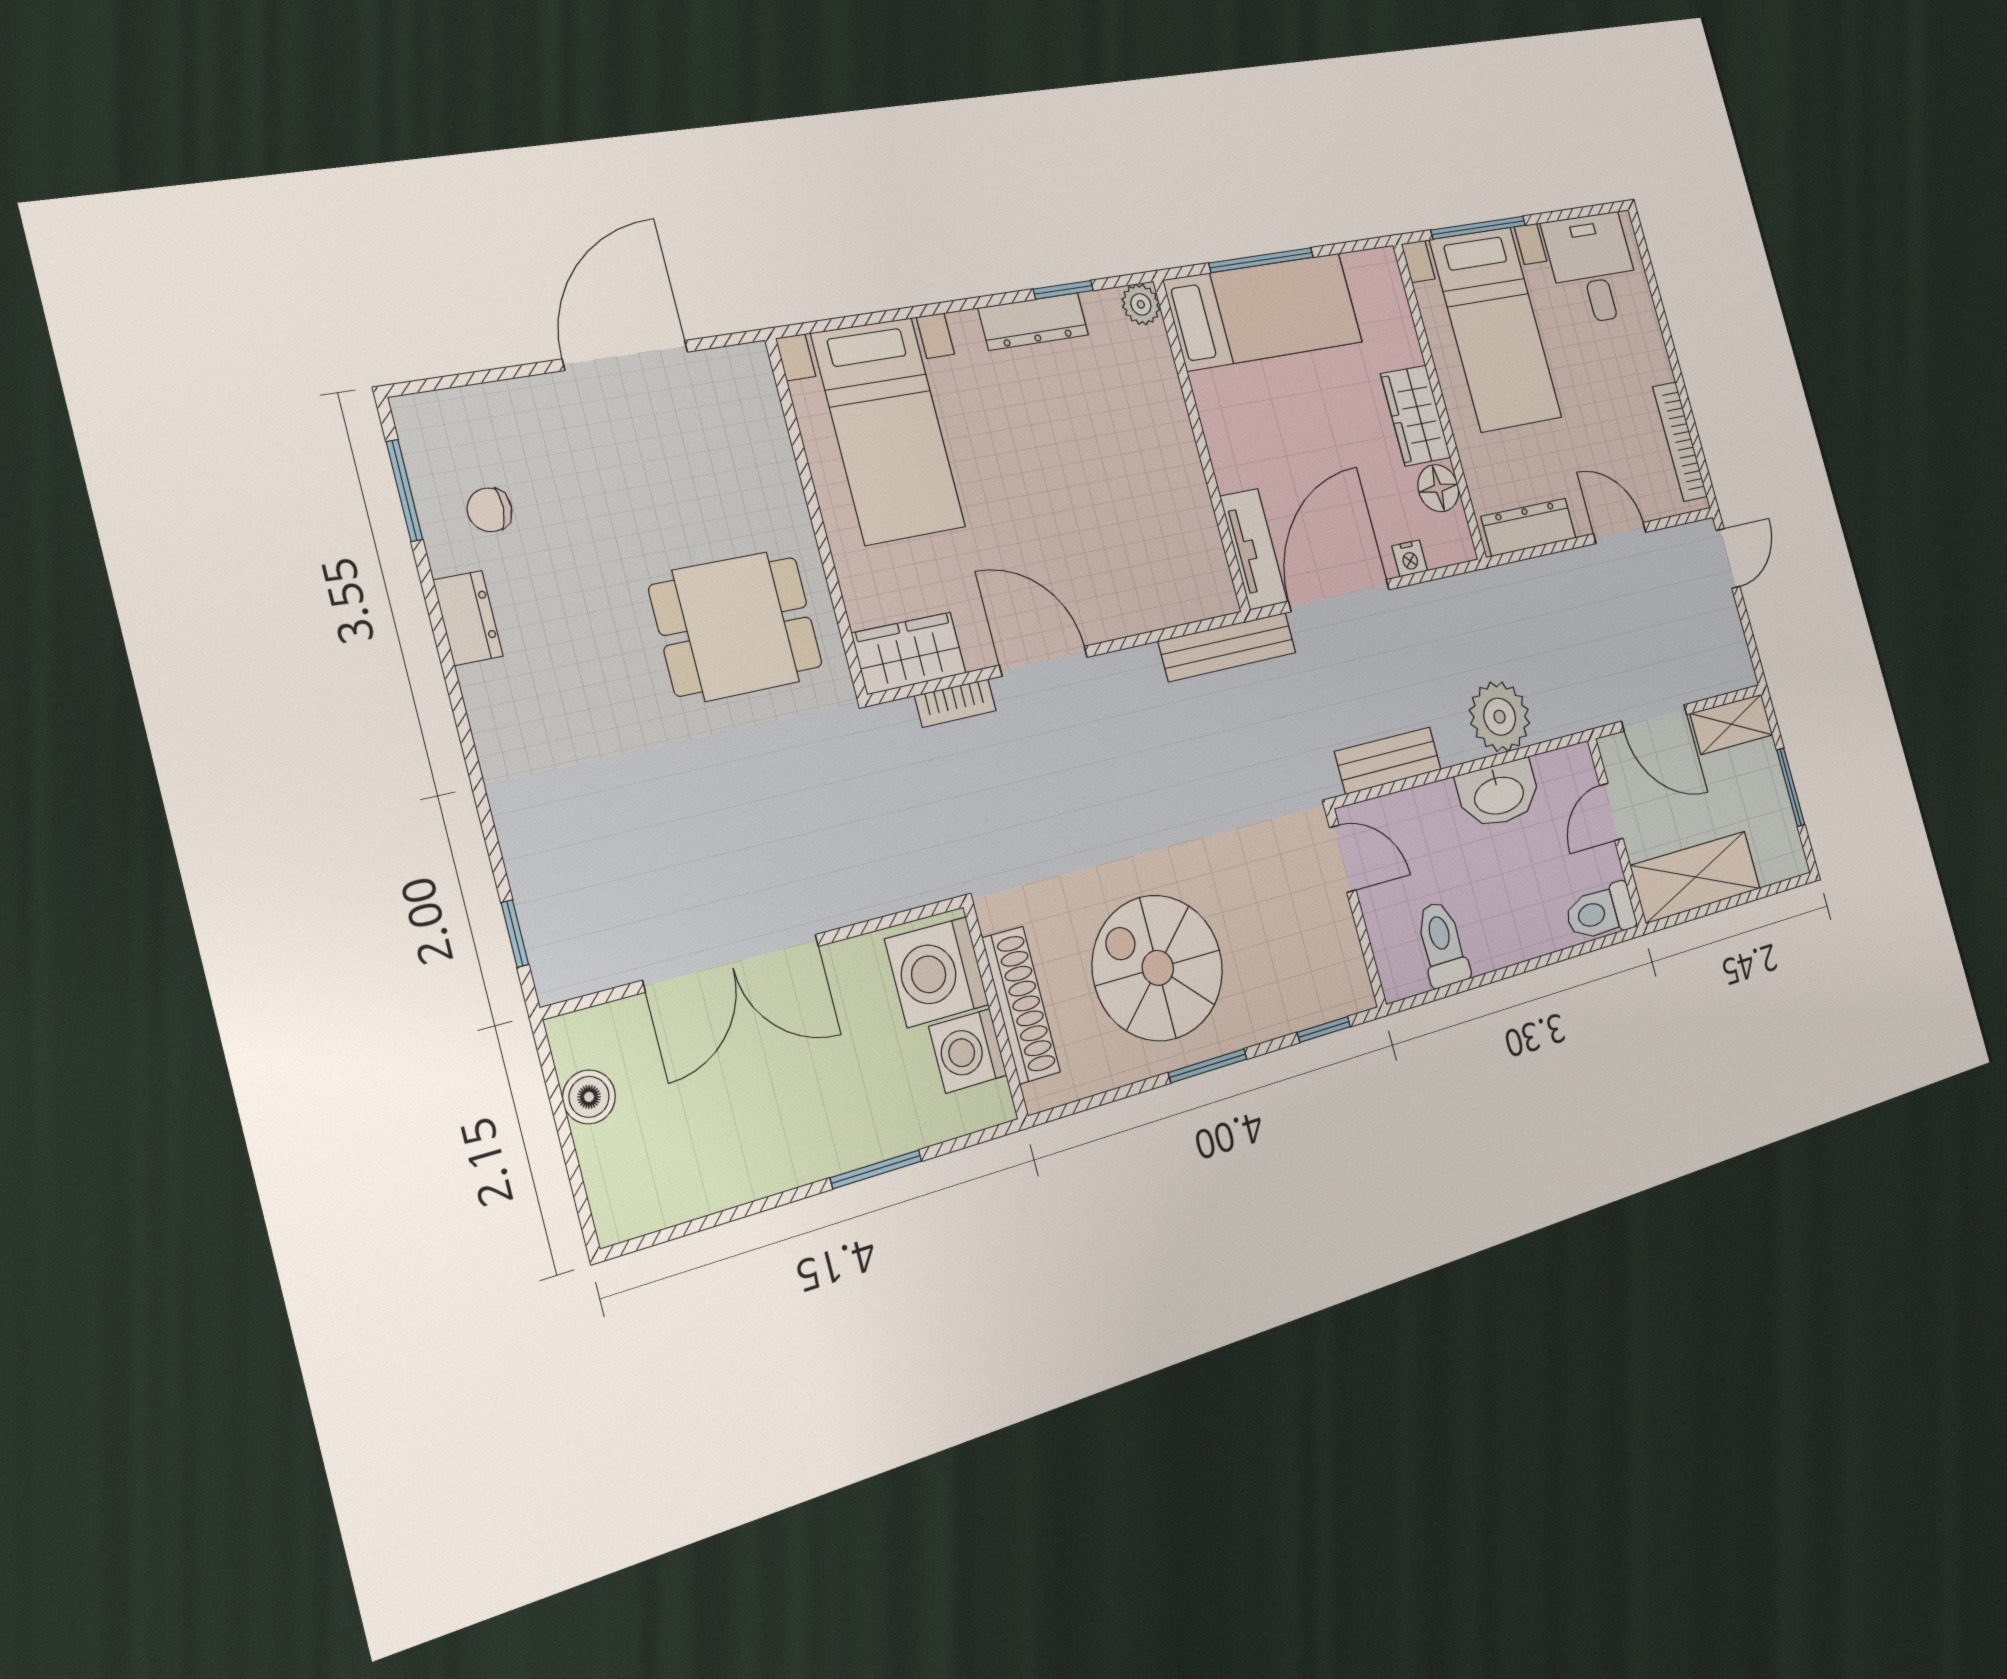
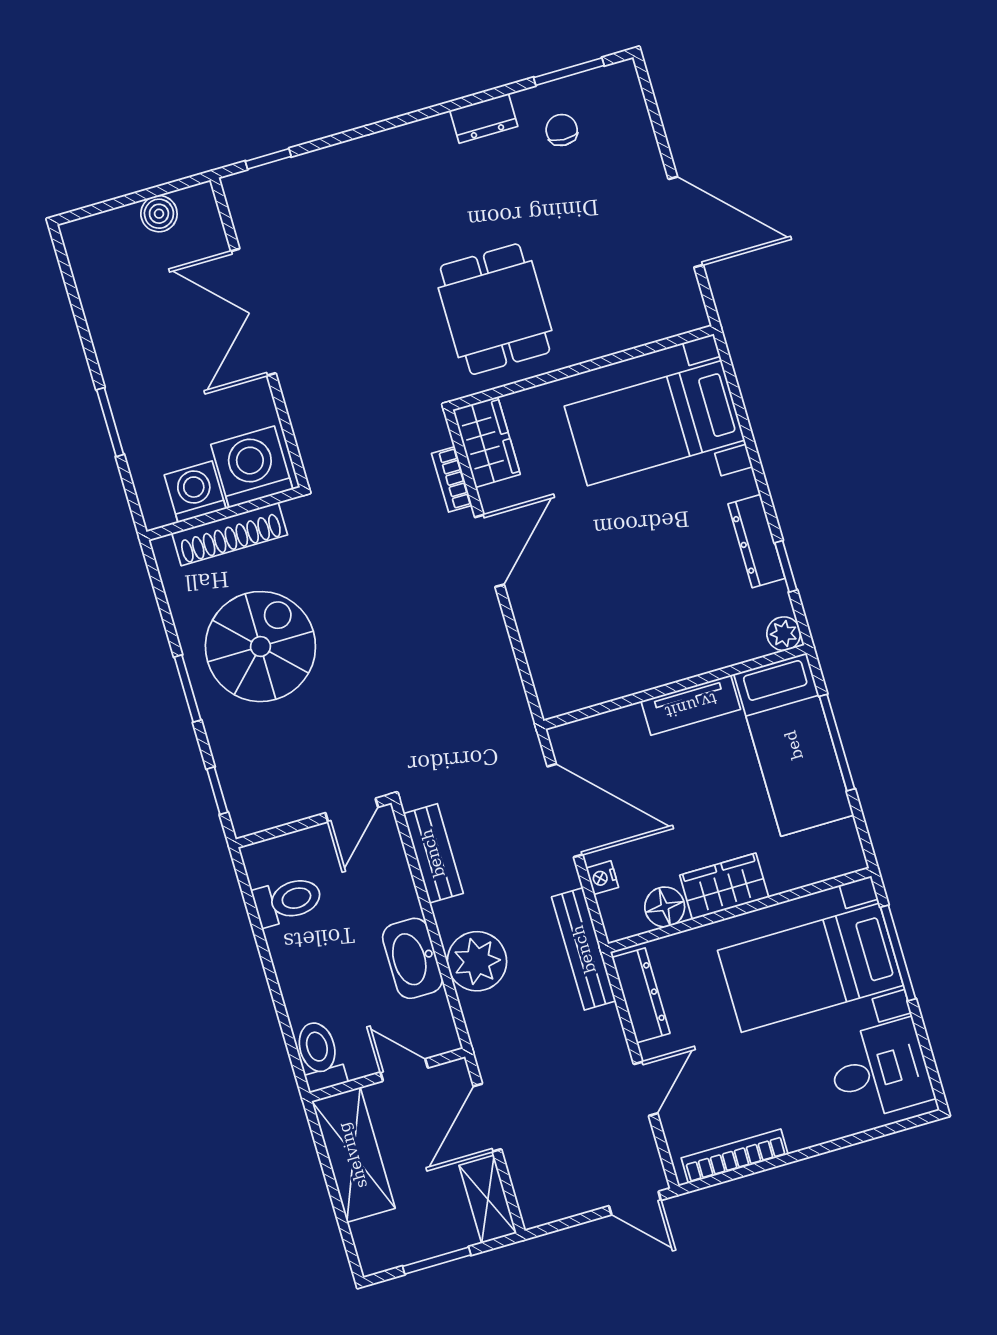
tv unit: (1254, 549) -> (691, 705), moved
bench: (1227, 647) -> (584, 949), moved

